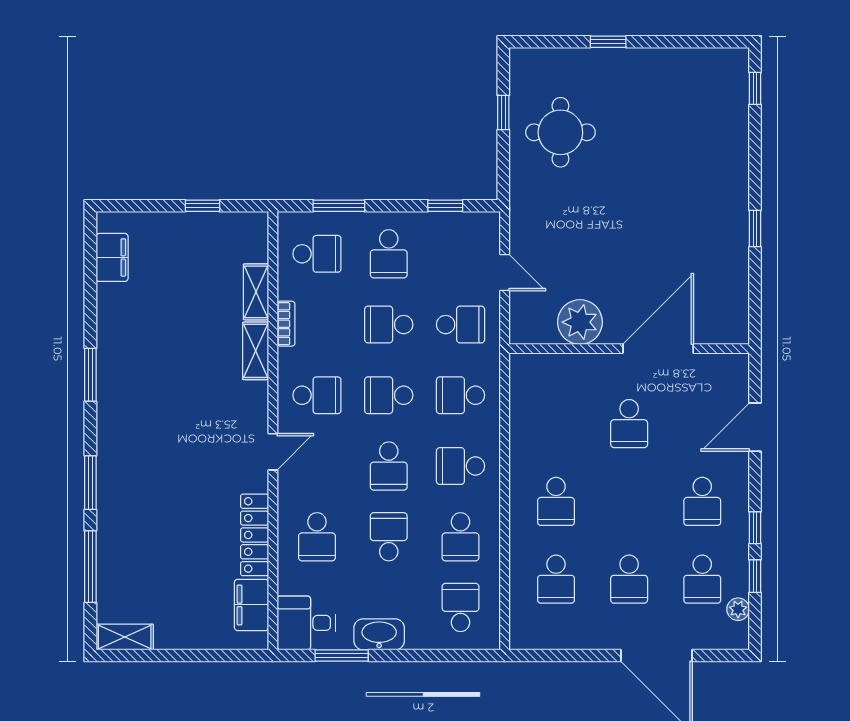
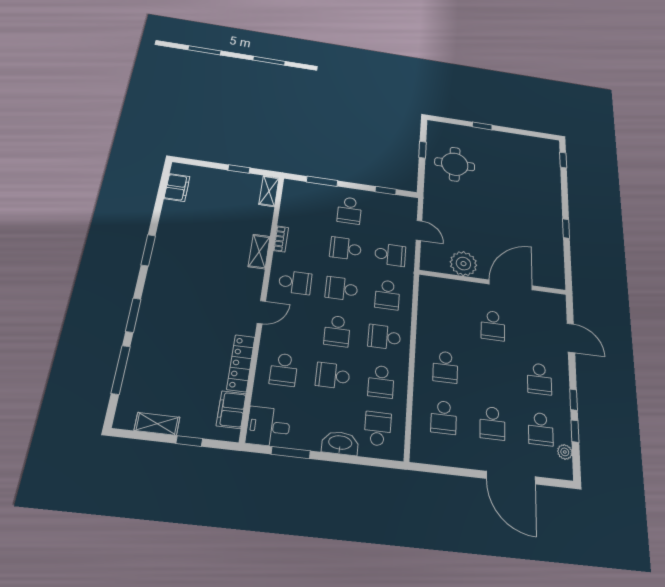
school desk: (317, 254) -> (305, 204), removed
shelving: (256, 292) -> (269, 191), moved
school desk: (461, 395) -> (387, 295), turned -90
door: (755, 427) -> (571, 338), swing flipped
school desk: (389, 537) -> (333, 376), turned -90
washbasin: (379, 634) -> (340, 443), moved
shelving: (125, 637) -> (157, 424), moved
window: (202, 655) -> (189, 441), added

